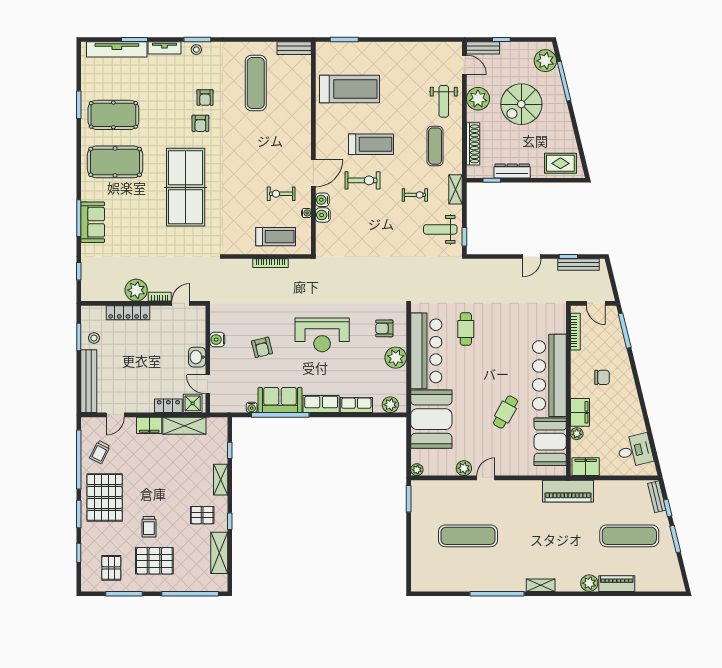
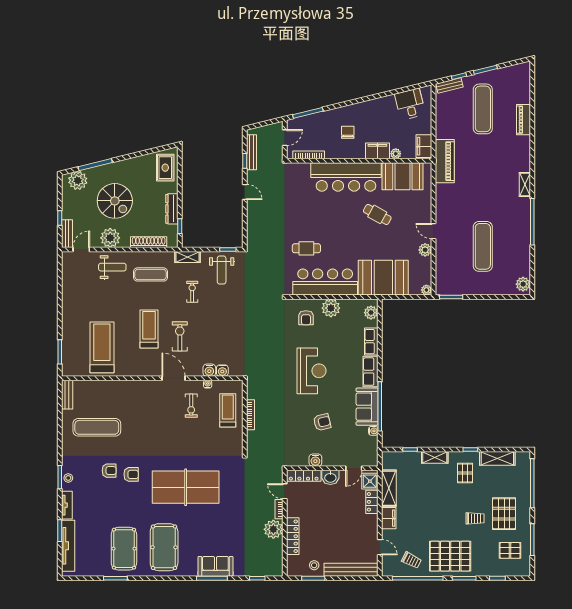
water cooler: (322, 200) -> (222, 371), moved
locker: (199, 326) -> (304, 476), added
plant: (589, 583) -> (523, 284), moved

